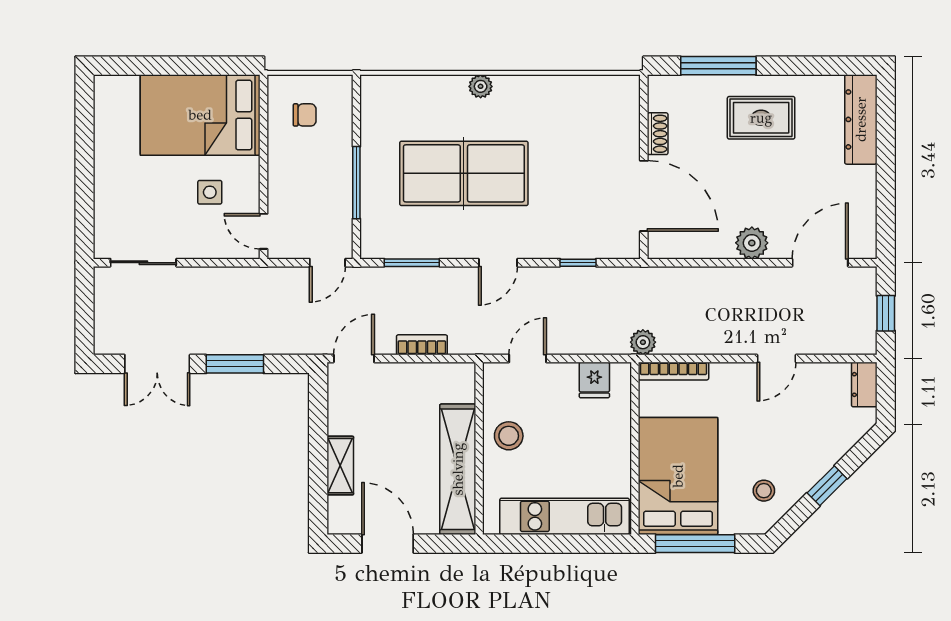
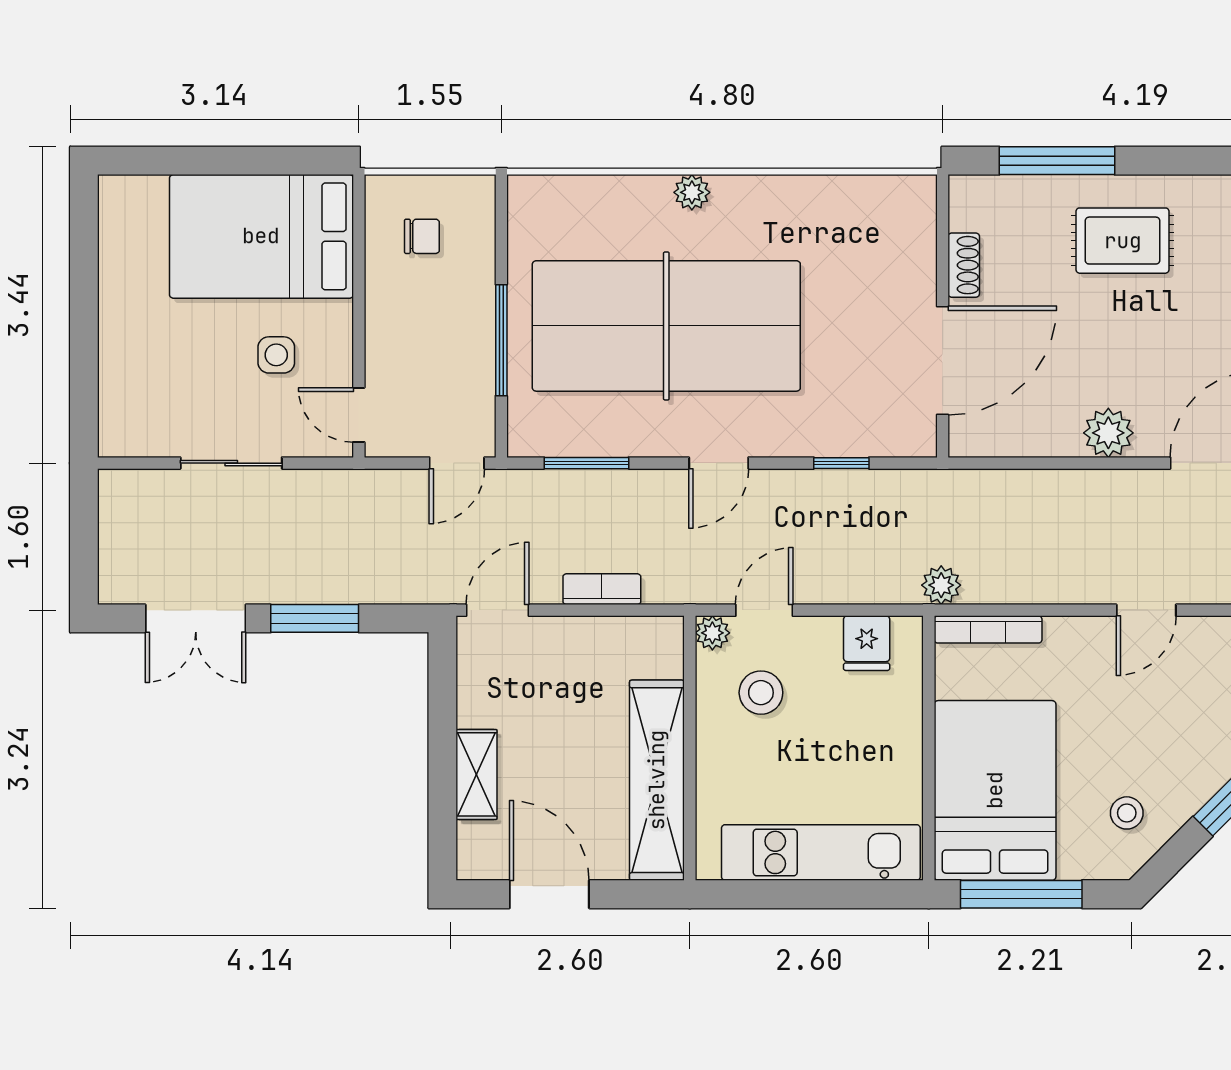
table tennis table: (464, 173) -> (666, 326), width x1.36, depth x1.32
door: (644, 196) -> (943, 361), hinge flipped
sliding door: (143, 263) -> (231, 463), moved
plant: (494, 373) -> (712, 633), added
stool: (509, 436) -> (761, 693), moved

